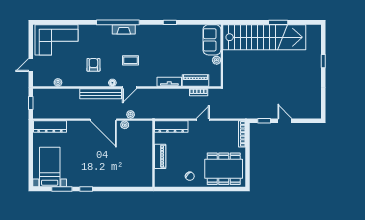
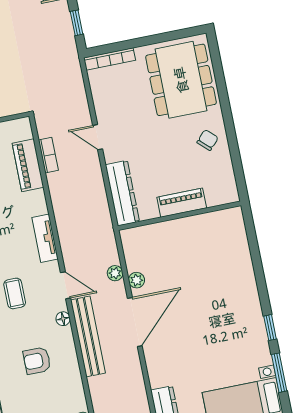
tv unit: (169, 82) -> (45, 238), moved

